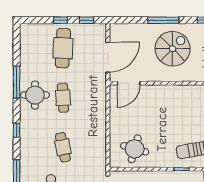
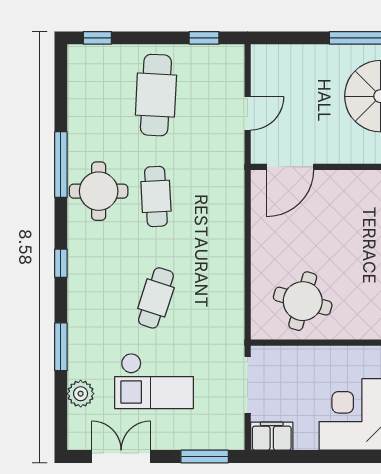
window: (60, 20) -> (97, 38), moved
door: (108, 57) -> (248, 113), width x0.53
cafe table: (63, 147) -> (156, 298), turned 30

